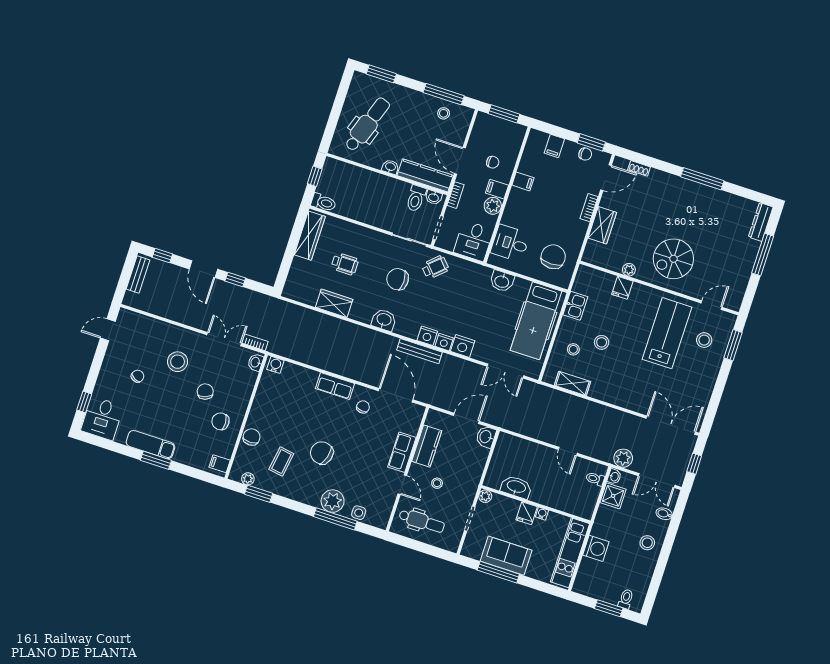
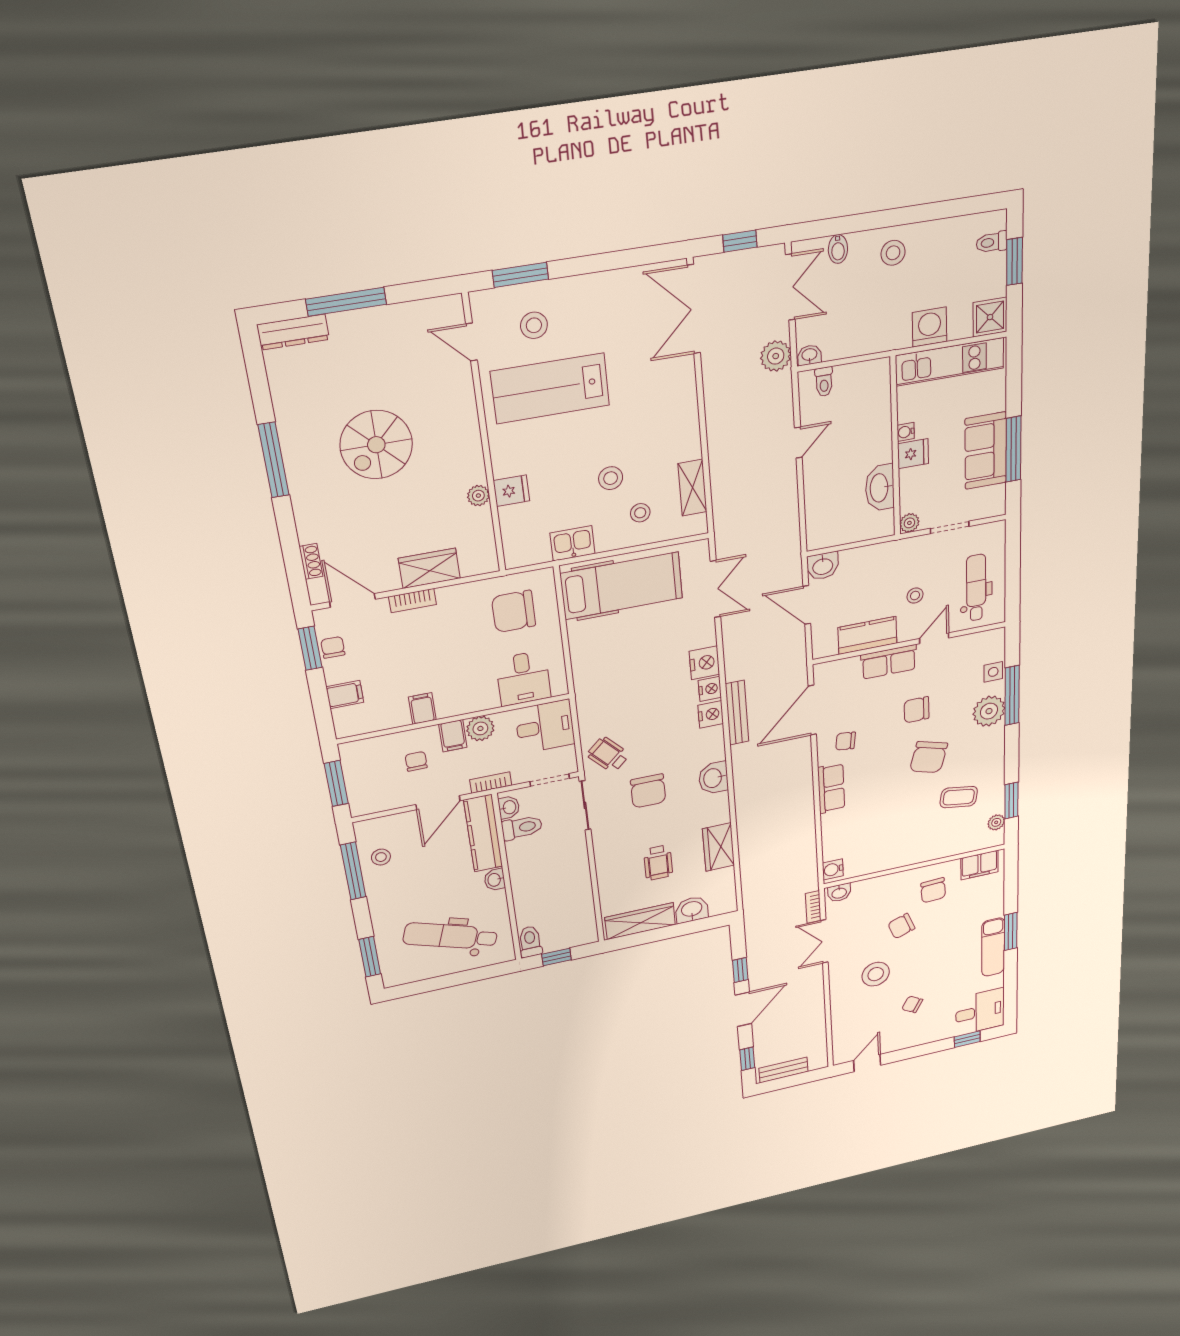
toilet: (323, 202) -> (530, 942), moved
spiral stairs: (673, 259) -> (376, 445), moved, turned 90
wheelchair: (345, 264) -> (658, 863), turned 180
washbasin: (502, 281) -> (692, 910), moved, turned -90
door: (108, 330) -> (867, 1063), swing flipped
chair: (252, 437) -> (917, 710), moved
filing cabinet: (220, 464) -> (979, 865), width x2.00
shower: (613, 496) -> (990, 317), moved

